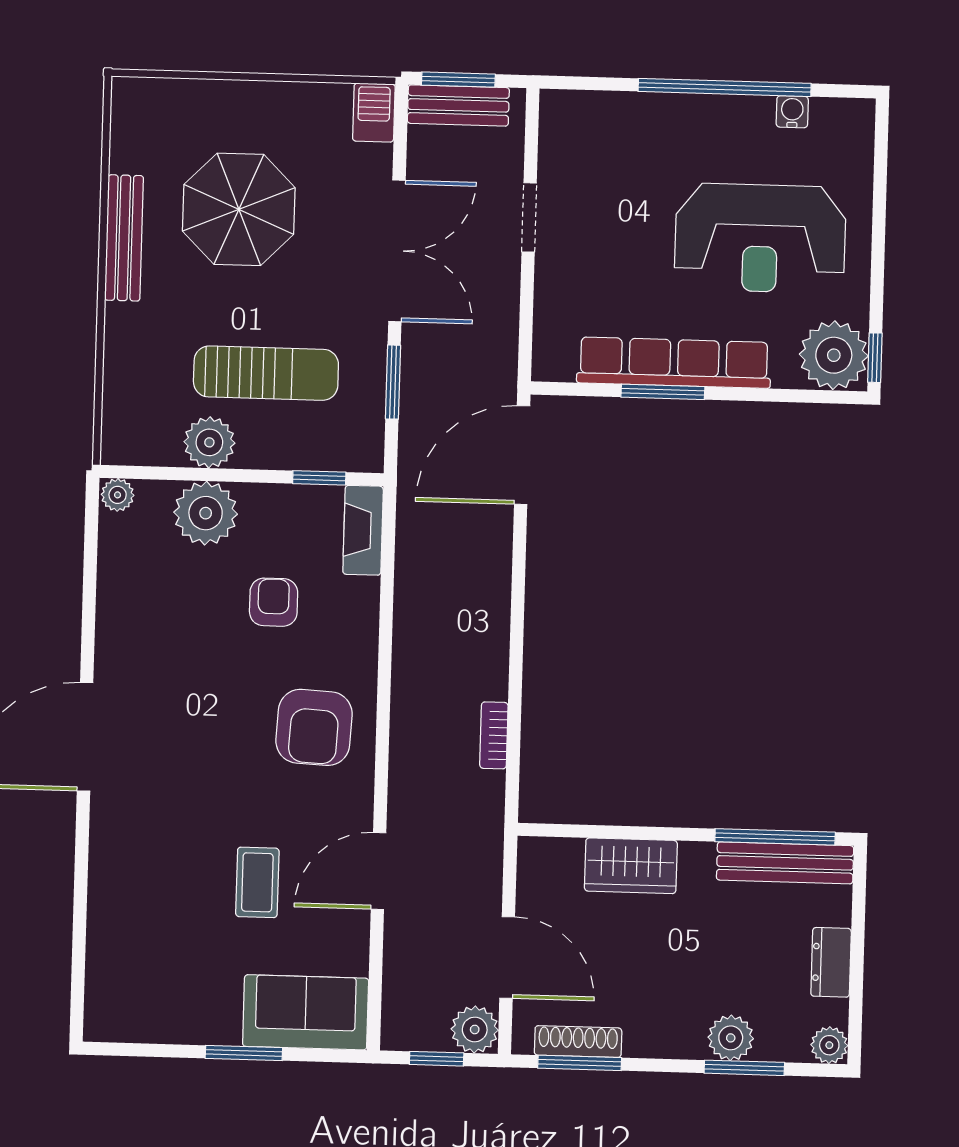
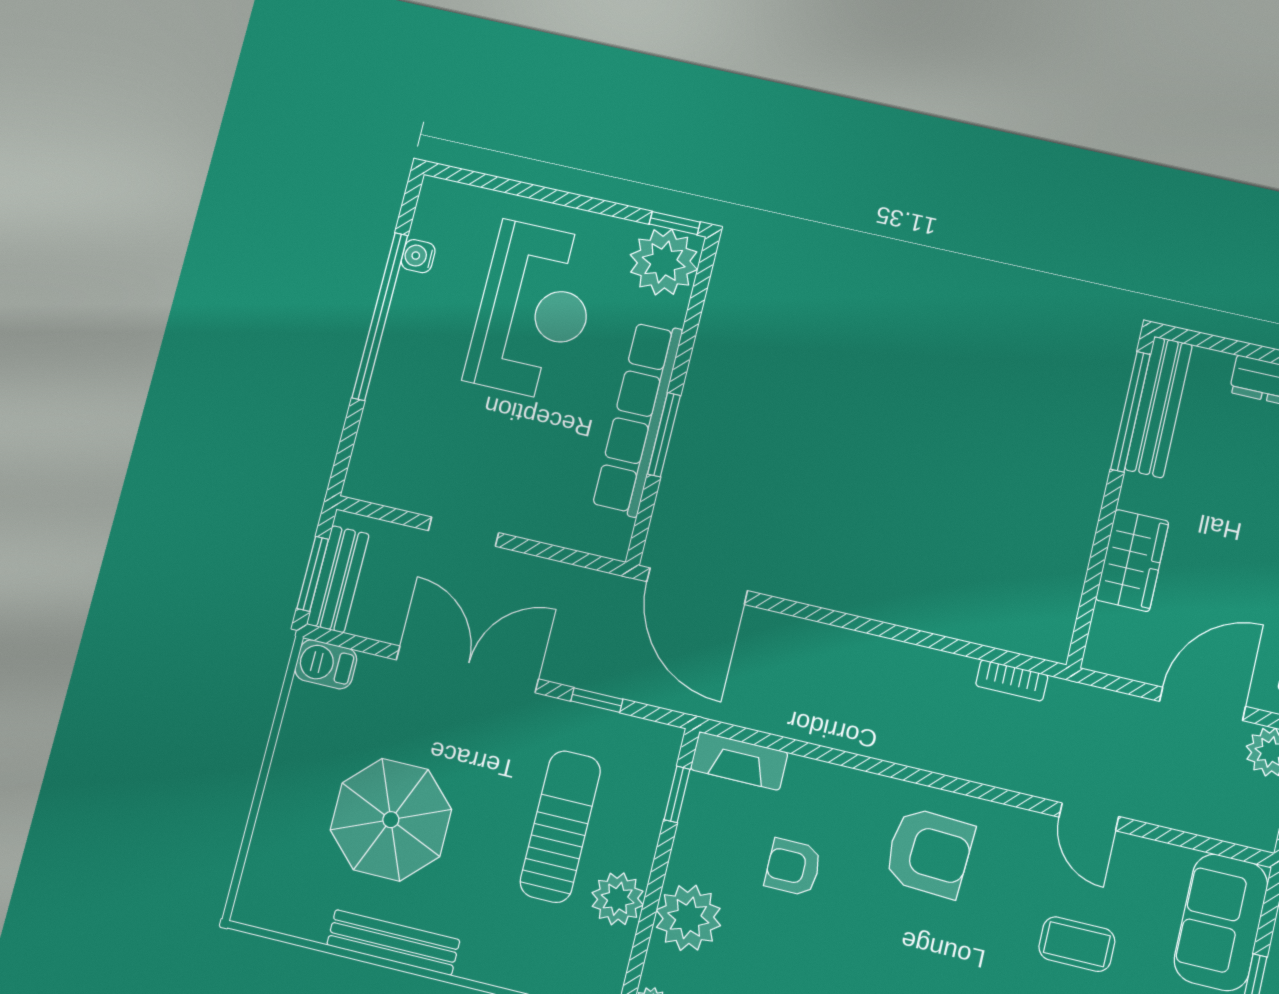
window: (393, 382) -> (597, 700), width x0.67
bookcase: (494, 735) -> (1012, 680), moved
door: (379, 871) -> (1089, 817), width x0.73

